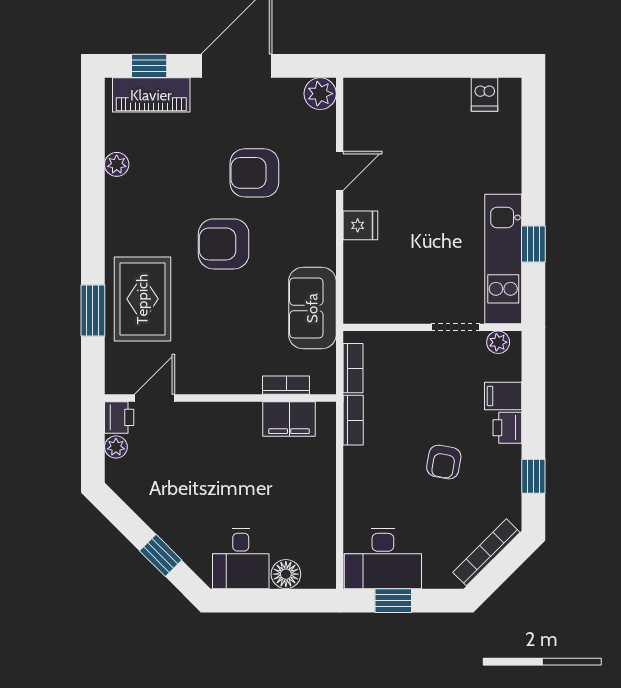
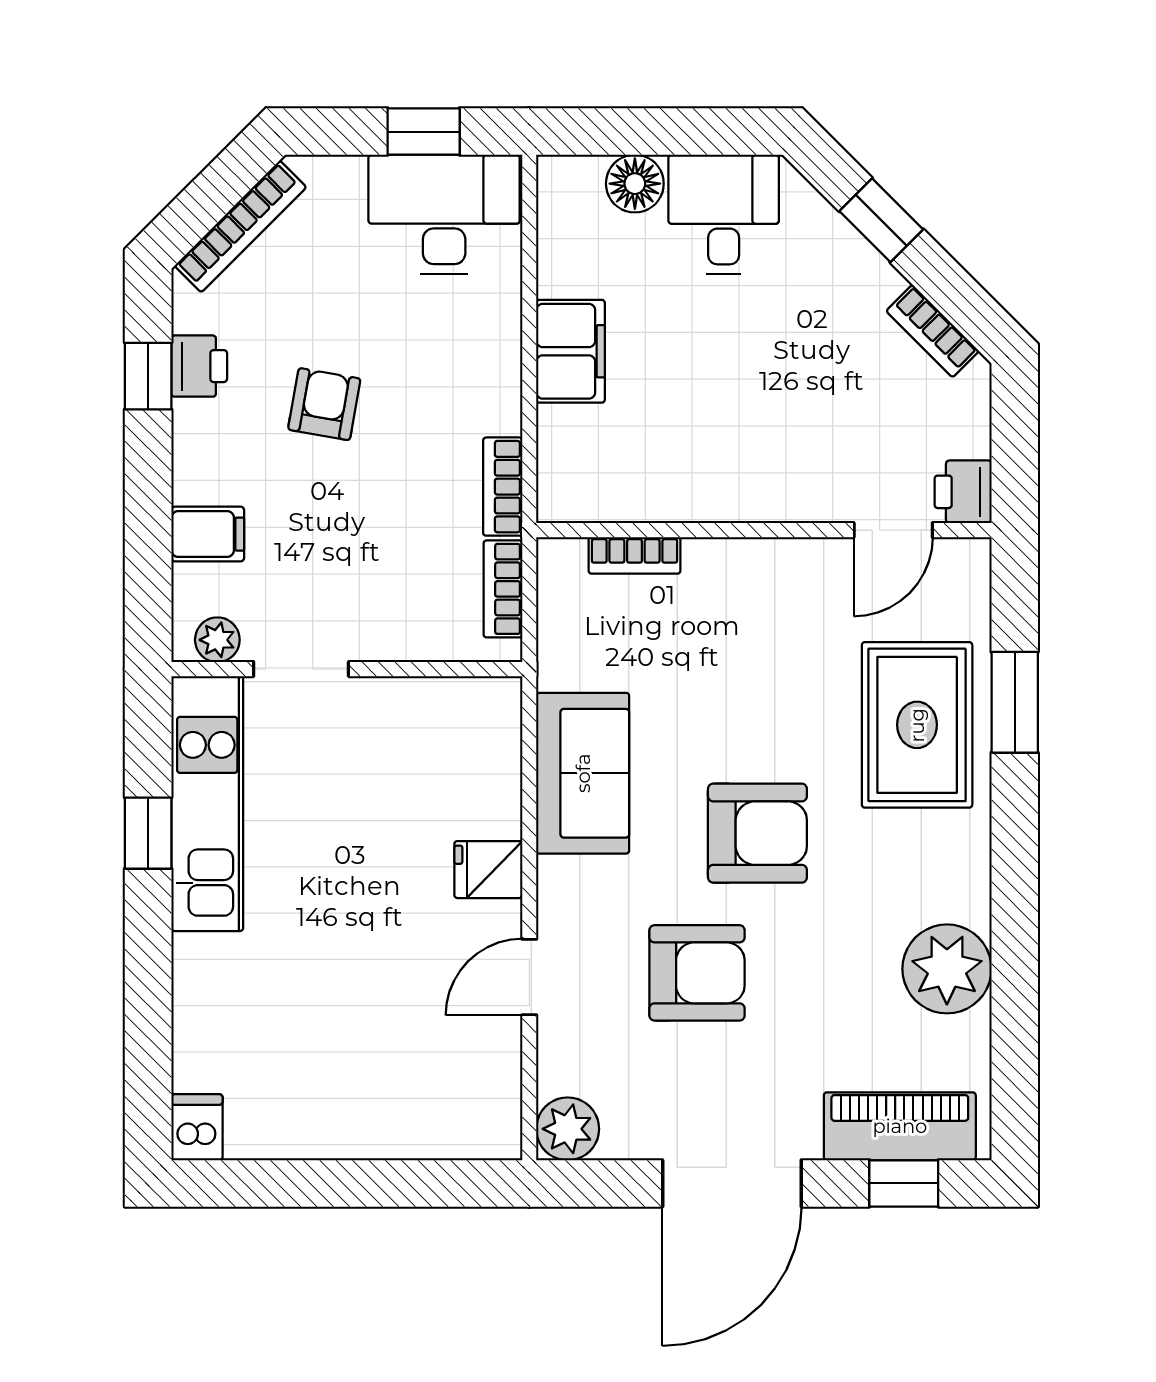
dishwasher: (485, 94) -> (197, 1127), moved
plant: (117, 164) -> (947, 969), width x1.88, depth x1.88
sofa: (312, 308) -> (583, 773), moved
filing cabinet: (289, 419) -> (571, 351), moved, turned 90
printer: (507, 428) -> (199, 366), moved
plant: (116, 447) -> (969, 434), removed
bookcase: (135, 499) -> (933, 331), added

